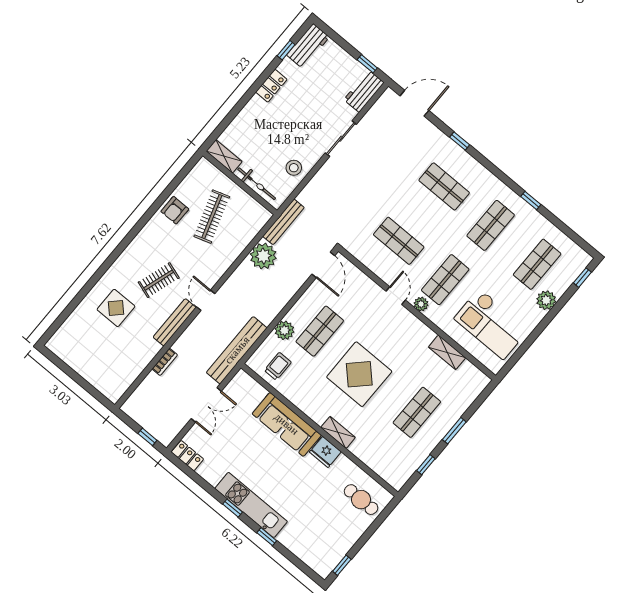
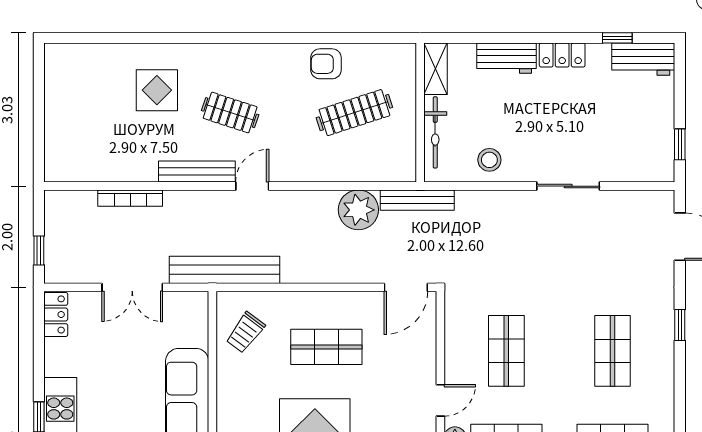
workbench: (364, 91) -> (507, 58), moved, turned 180
plant: (284, 330) -> (293, 306), removed
bookcase: (165, 362) -> (130, 198), width x1.56
trolley: (278, 366) -> (245, 332), turned 127

